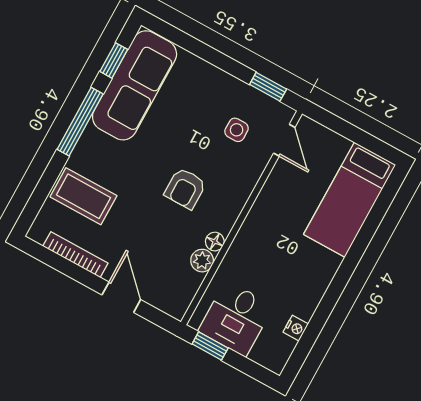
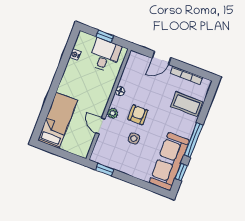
side table: (237, 130) -> (134, 138), moved
door: (284, 140) -> (100, 126), moved
plant: (202, 261) -> (113, 113), moved
door: (121, 297) -> (162, 58), hinge flipped
window: (210, 346) -> (105, 36), moved

